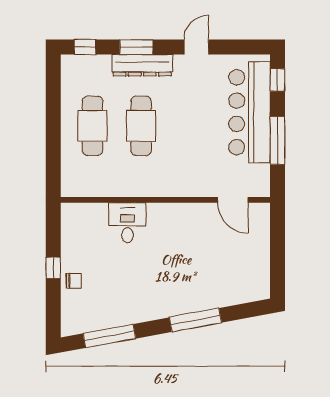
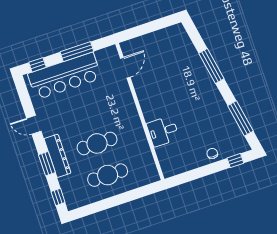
window: (53, 268) -> (235, 161), moved

